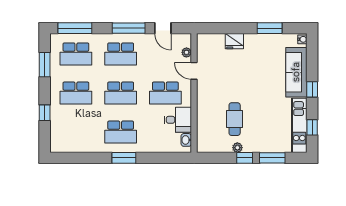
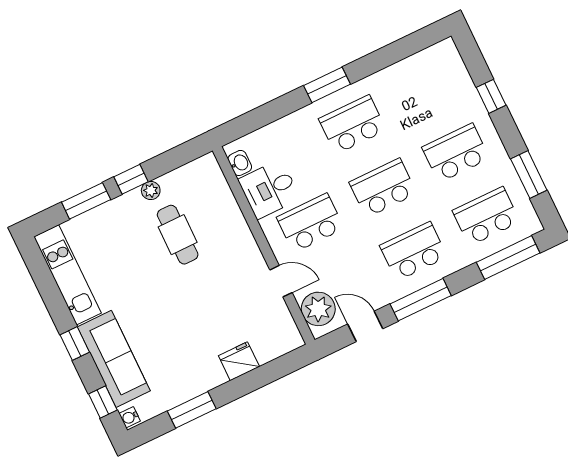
plant: (186, 52) -> (318, 309), width x1.88, depth x1.88
window: (312, 127) -> (103, 402), moved

